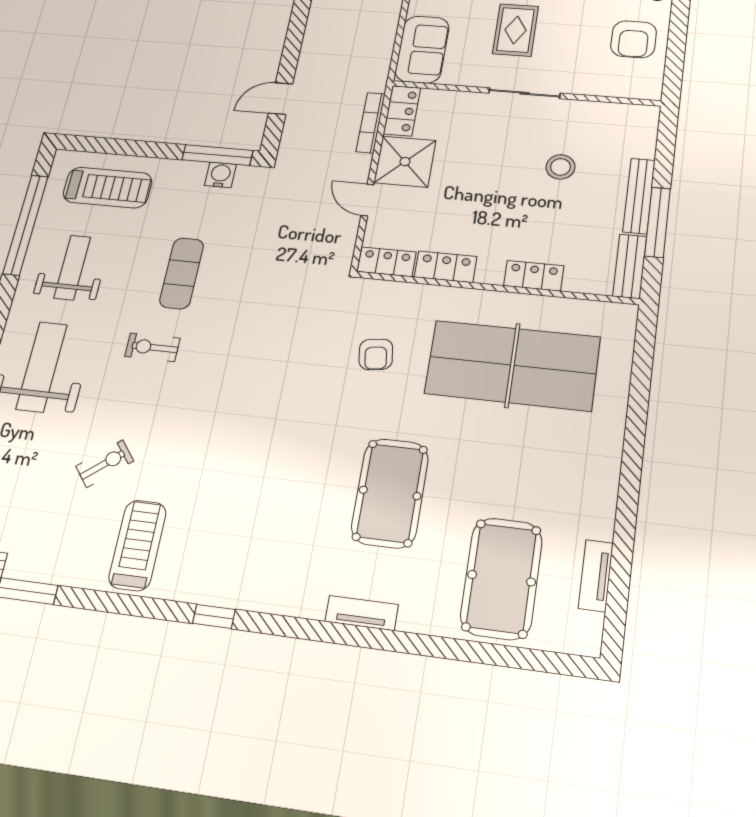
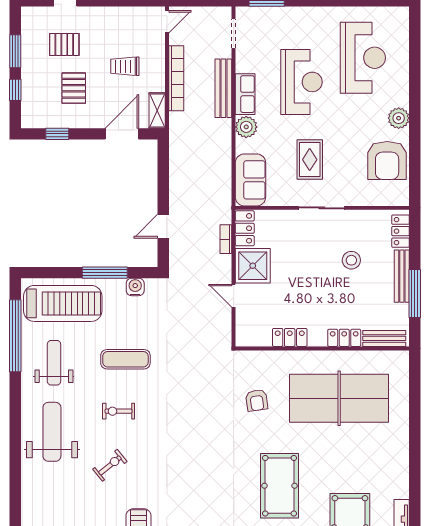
armchair: (634, 39) -> (387, 160), width x1.36, depth x1.36
bookcase: (371, 123) -> (226, 239), width x0.64
window: (217, 155) -> (105, 273), moved
treadmill: (107, 188) -> (63, 303), width x1.37, depth x1.38
locker: (387, 262) -> (401, 231), moved, turned -90
bench: (630, 266) -> (384, 338), moved, turned 90
exercise mat: (182, 273) -> (125, 359), turned 90
exercise bike: (105, 464) -> (110, 465), moved

